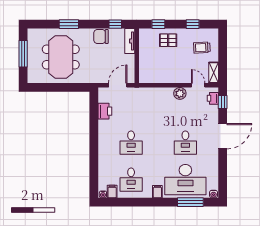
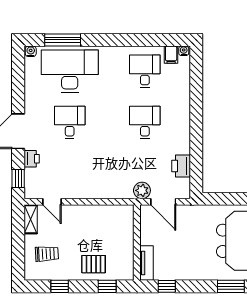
chair: (101, 37) -> (186, 269), removed
door: (118, 85) -> (163, 202), hinge flipped
plant: (180, 93) -> (142, 190), moved
printer: (213, 98) -> (32, 159), moved
filing cabinet: (157, 192) -> (108, 55), removed

